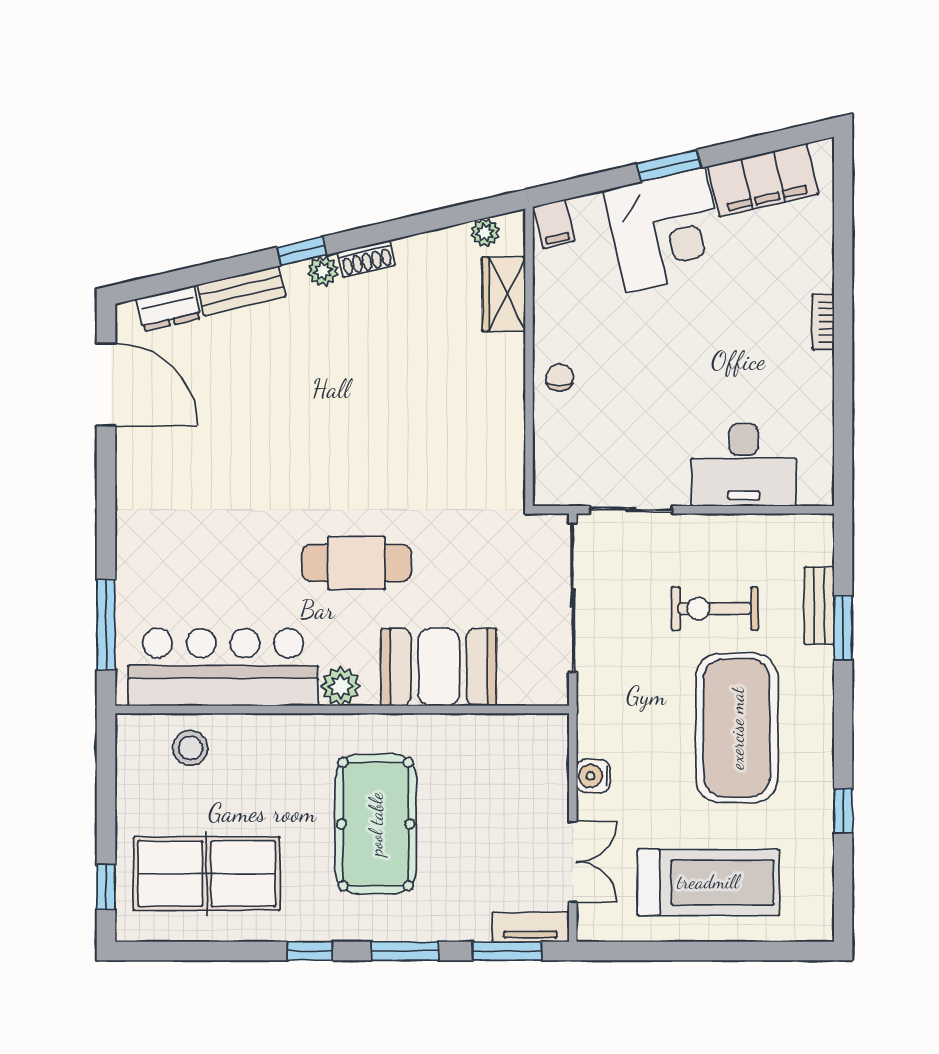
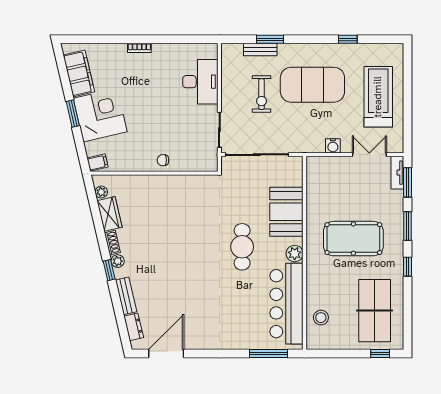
wardrobe: (504, 294) -> (109, 214), moved, turned -103

